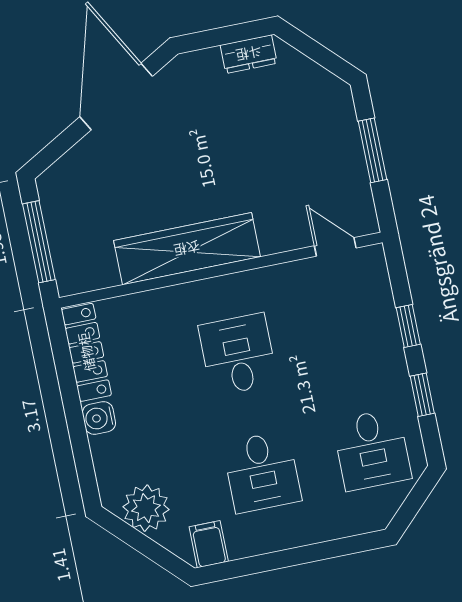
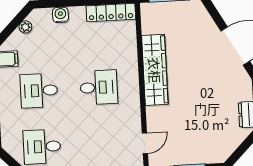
water cooler: (99, 418) -> (60, 15), moved
plant: (146, 508) -> (25, 27), width x0.53, depth x0.53

